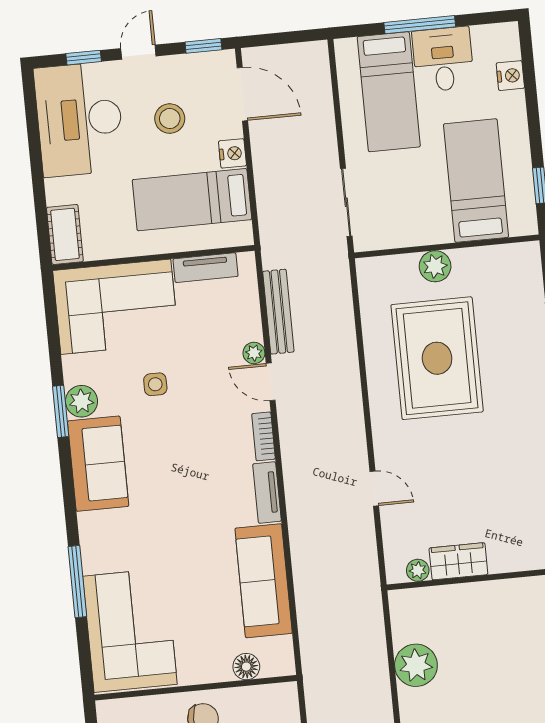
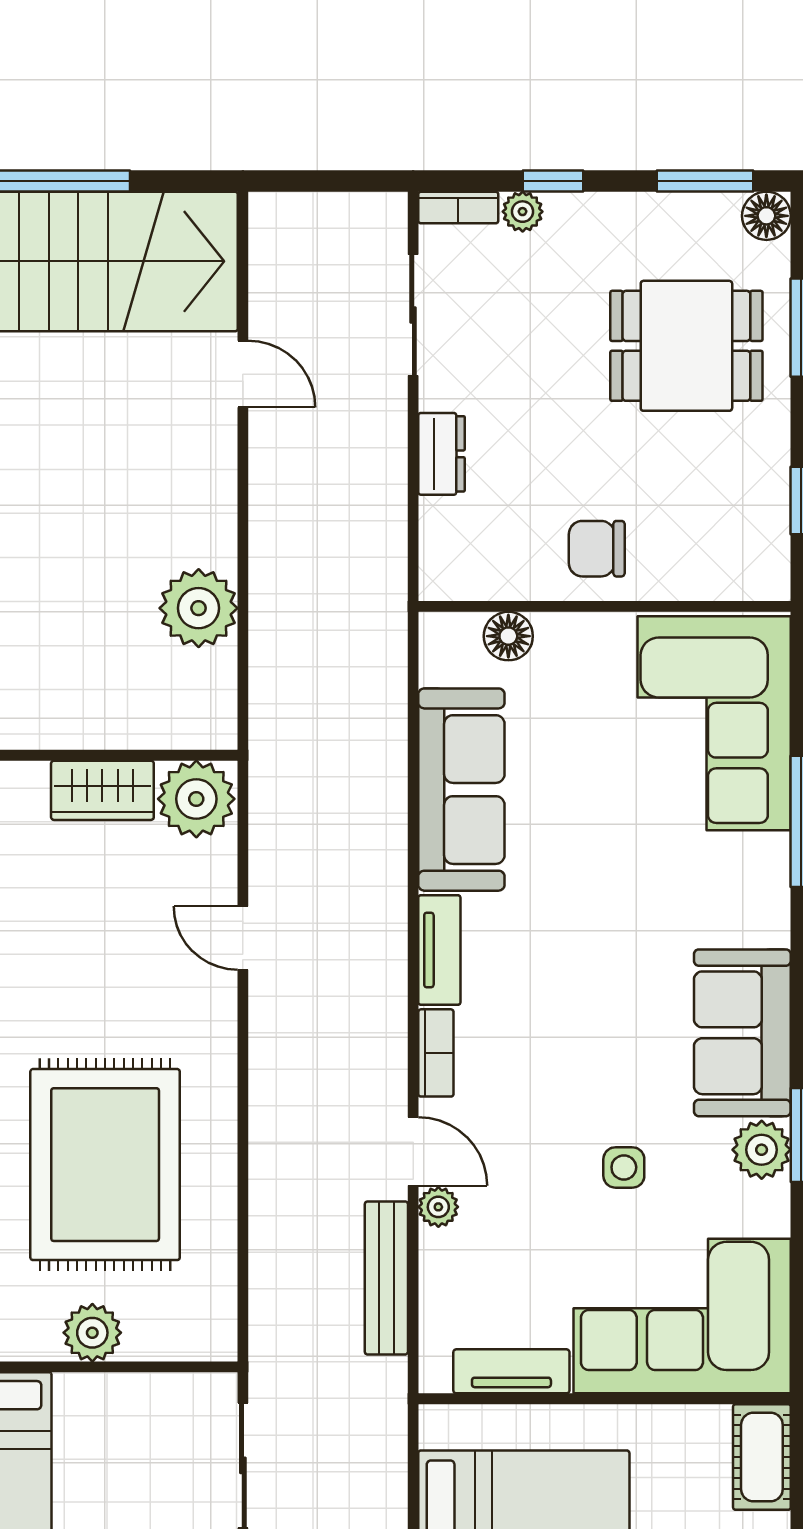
plant: (418, 570) -> (196, 799), width x1.87, depth x1.87

